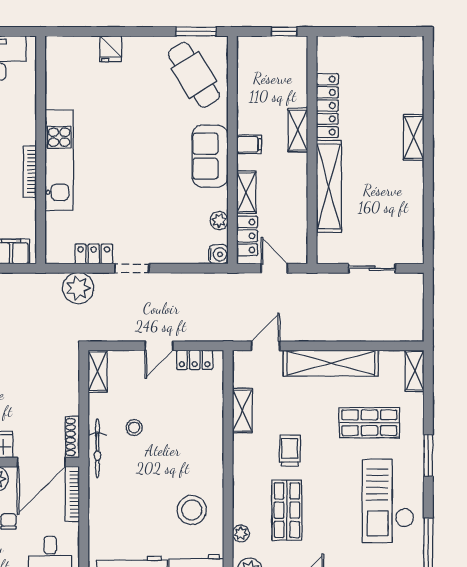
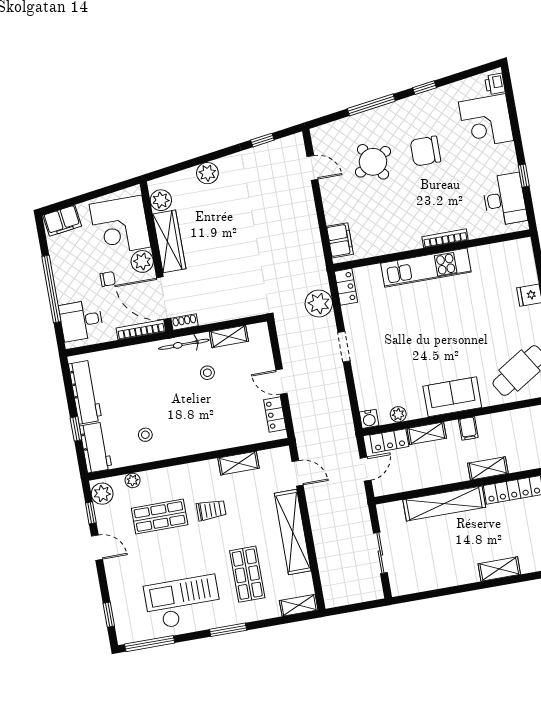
bookcase: (30, 171) -> (445, 238), moved
locker: (94, 254) -> (346, 287), moved
shelving: (98, 371) -> (229, 336), moved
shoe rack: (72, 437) -> (185, 322), width x0.70
stool: (192, 510) -> (145, 435), width x0.53, depth x0.53

